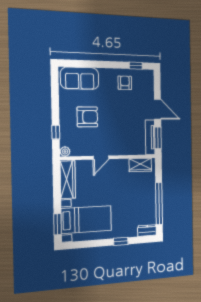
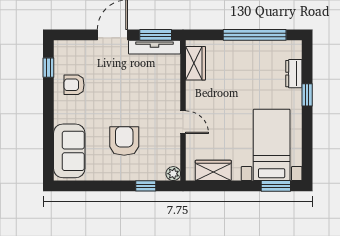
wardrobe: (68, 180) -> (213, 170), width x0.67
dresser: (147, 230) -> (294, 74), moved

